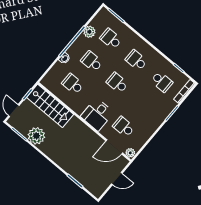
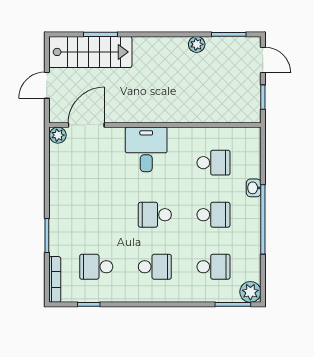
plant: (89, 32) -> (250, 292), moved
school desk: (117, 83) -> (155, 215), turned 180
stairs: (50, 106) -> (90, 52), moved, turned 180
school desk: (124, 127) -> (96, 163), removed
plant: (36, 136) -> (197, 44), width x0.53, depth x0.53

